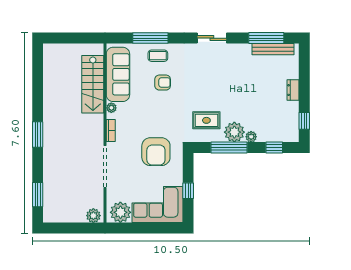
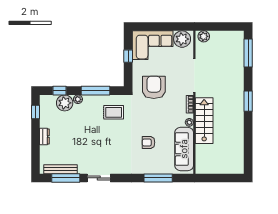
sliding door: (212, 38) -> (99, 178), moved
coffee table: (158, 56) -> (152, 164), removed
stairs: (93, 84) -> (204, 121), moved
plant: (234, 132) -> (65, 103), moved
window: (38, 195) -> (248, 53), width x1.44

